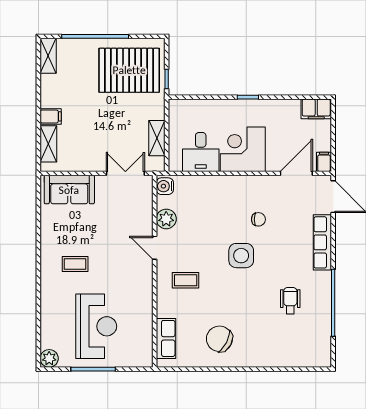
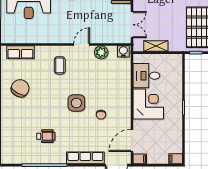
filing cabinet: (316, 109) -> (176, 159), width x0.50
door: (296, 173) -> (132, 140), swing flipped

